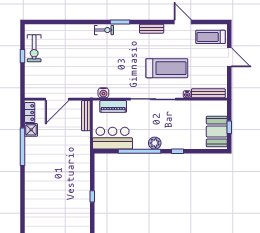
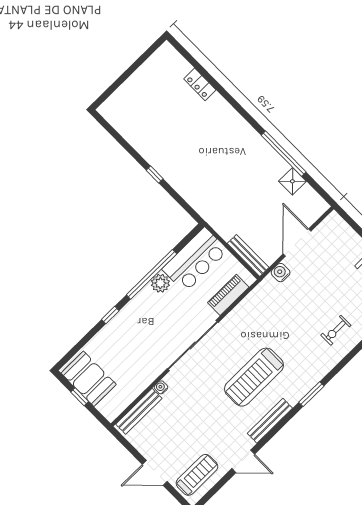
bench: (152, 29) -> (270, 421), width x1.36
exercise bike: (104, 30) -> (336, 330), moved
treadmill: (167, 68) -> (254, 377), moved
water cooler: (103, 93) -> (281, 273), moved
locker: (30, 113) -> (200, 84), moved
plant: (155, 143) -> (160, 283), moved

